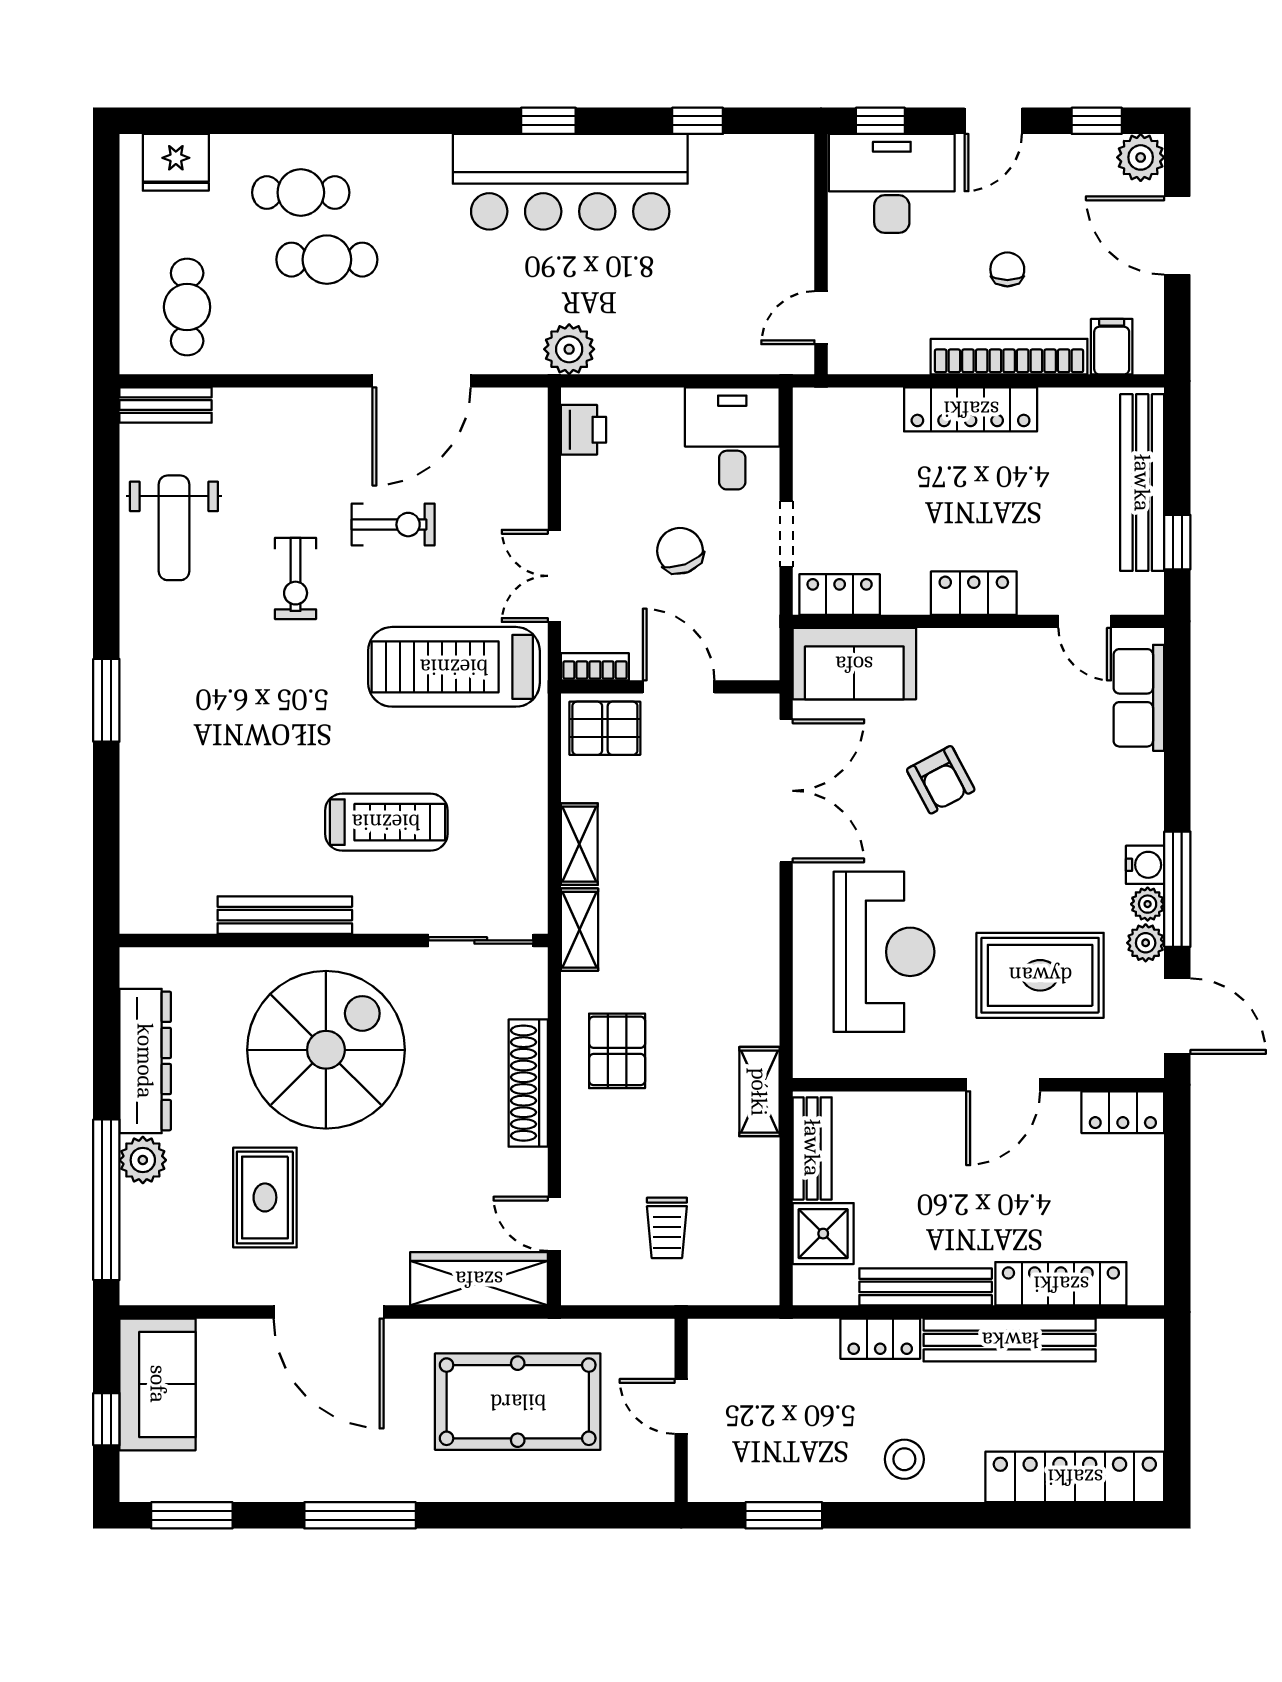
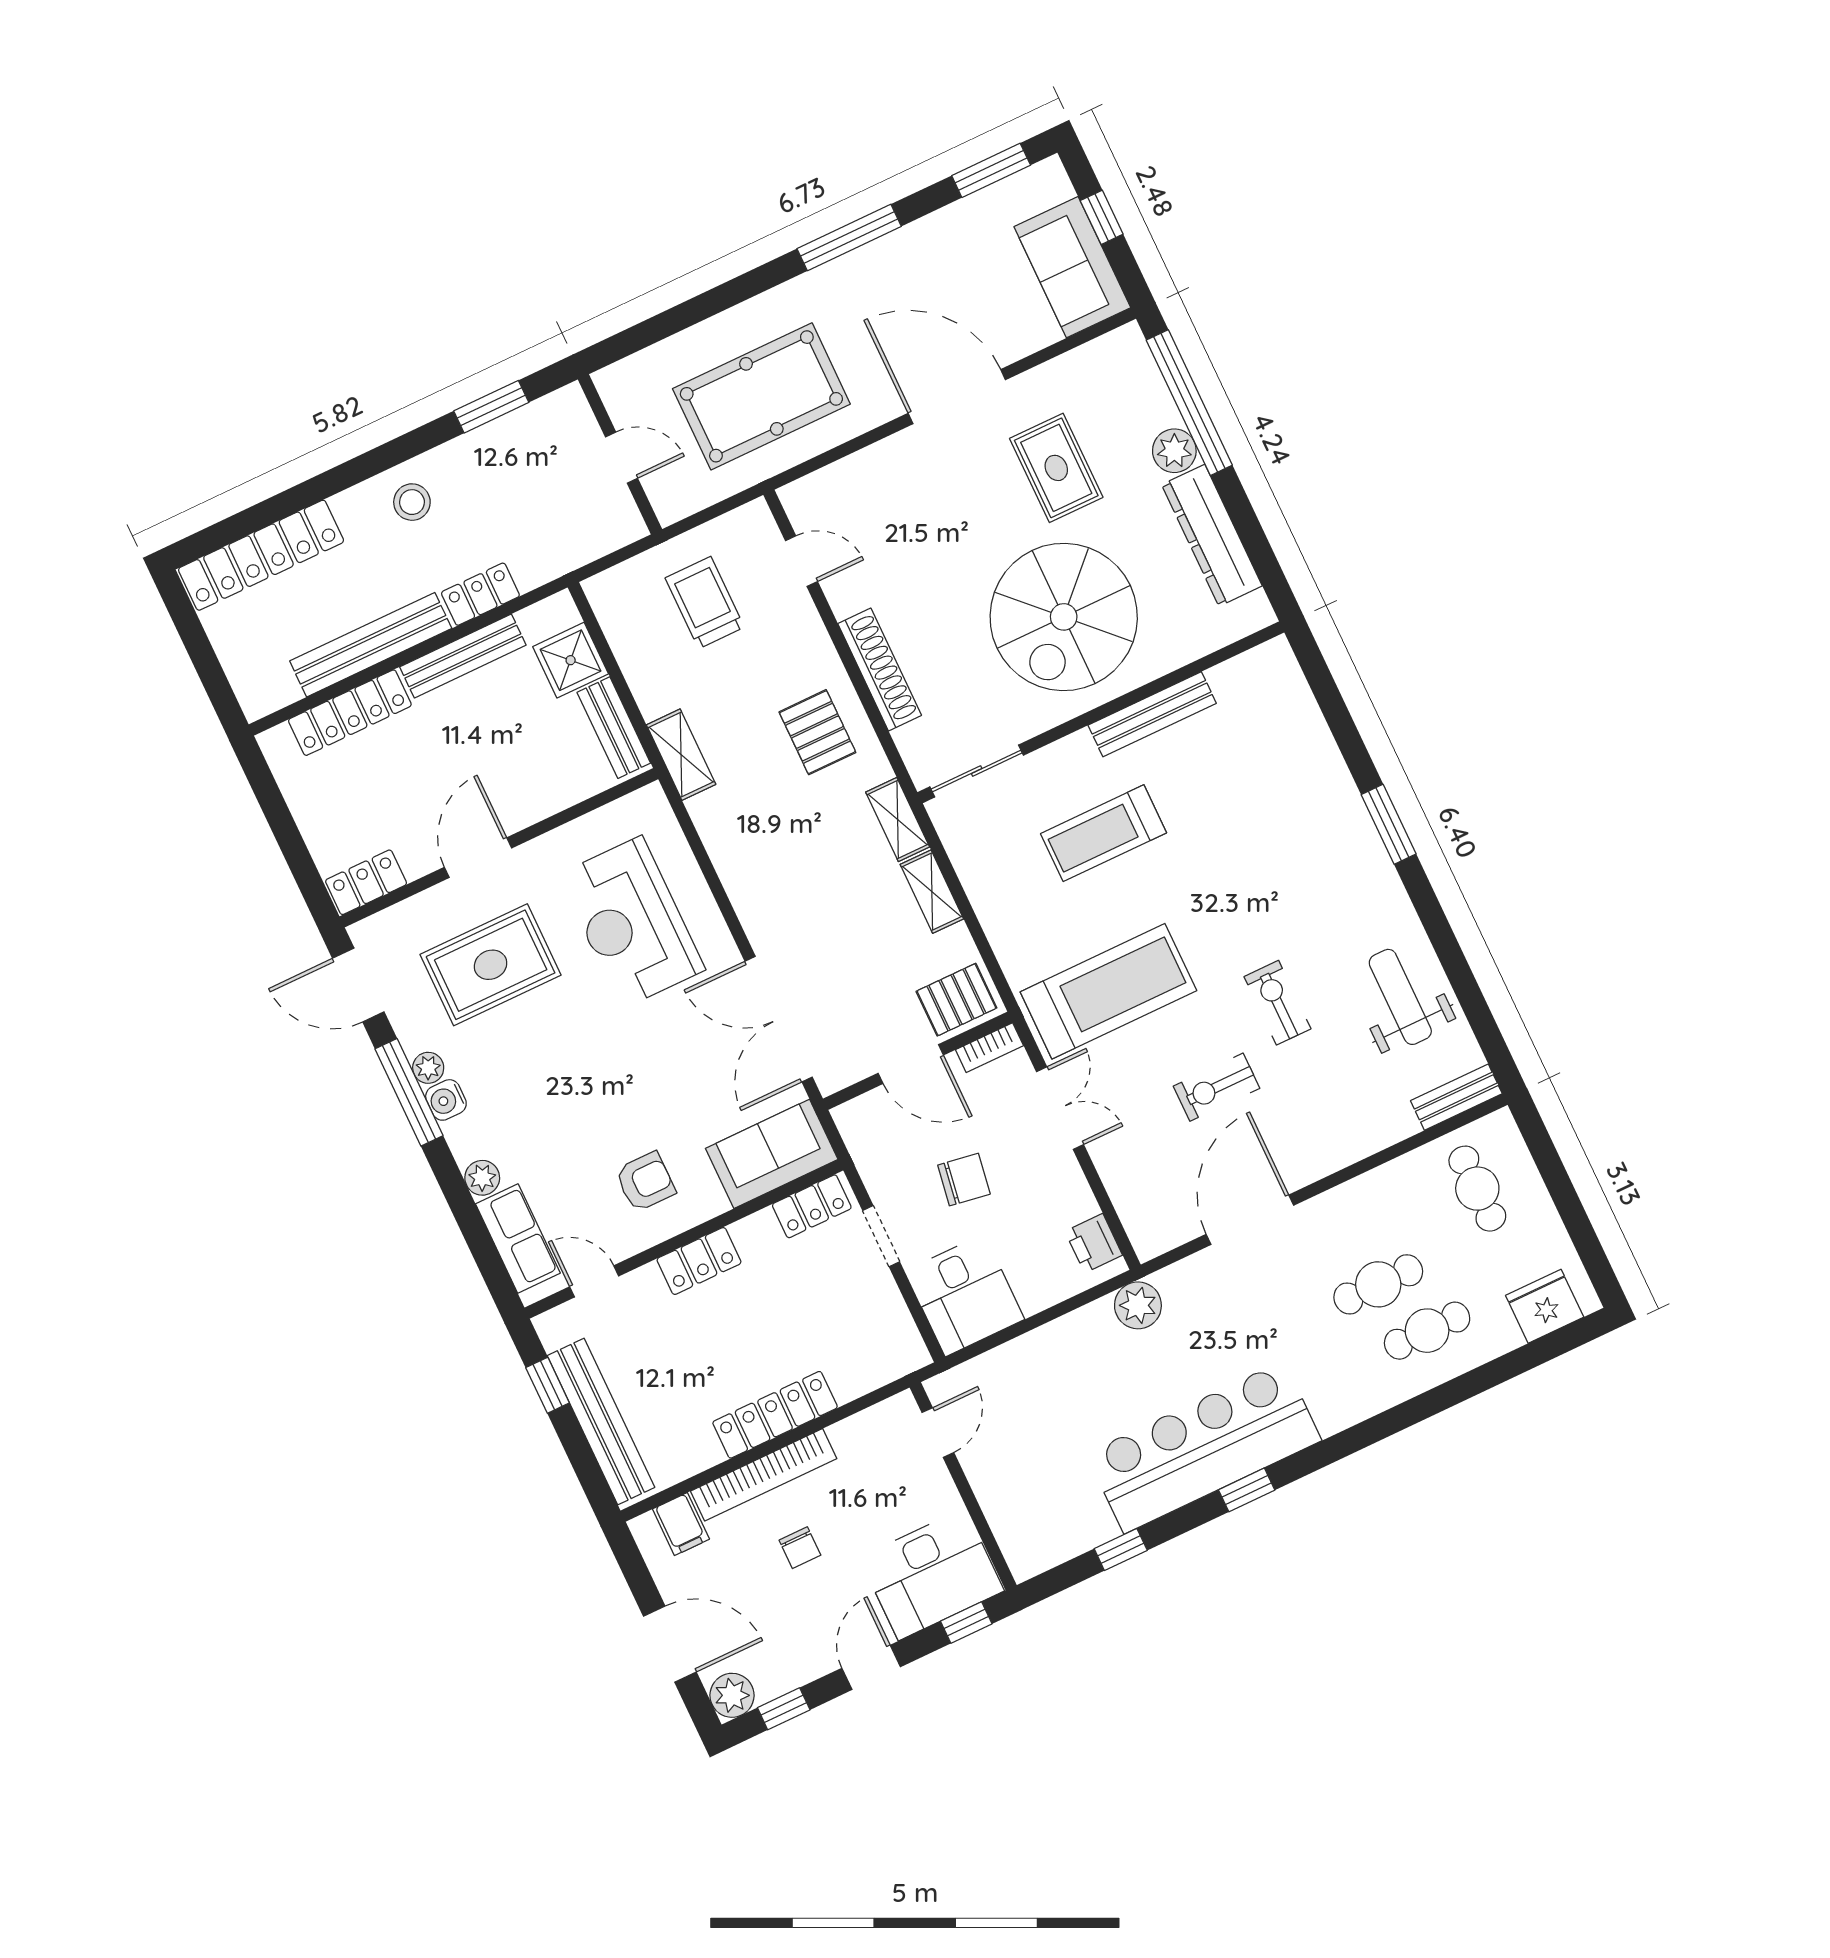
chair: (680, 551) -> (964, 1180), turned -61
armchair: (941, 780) -> (645, 1182), moved, turned 118
plant: (1146, 943) -> (482, 1178), moved
trolley: (667, 1228) -> (705, 603), width x1.36, depth x1.39
wardrobe: (479, 1279) -> (843, 485), removed

